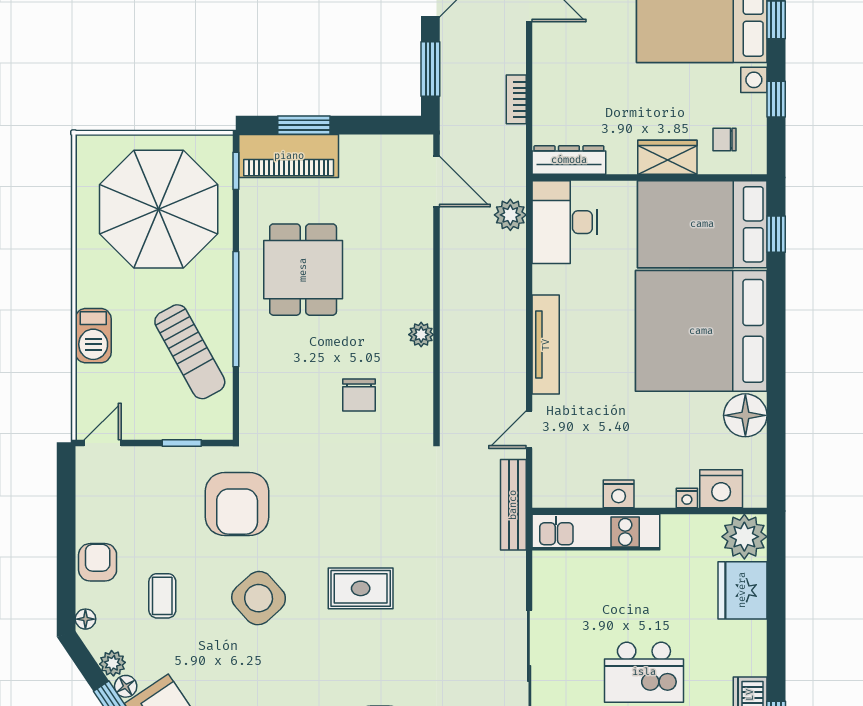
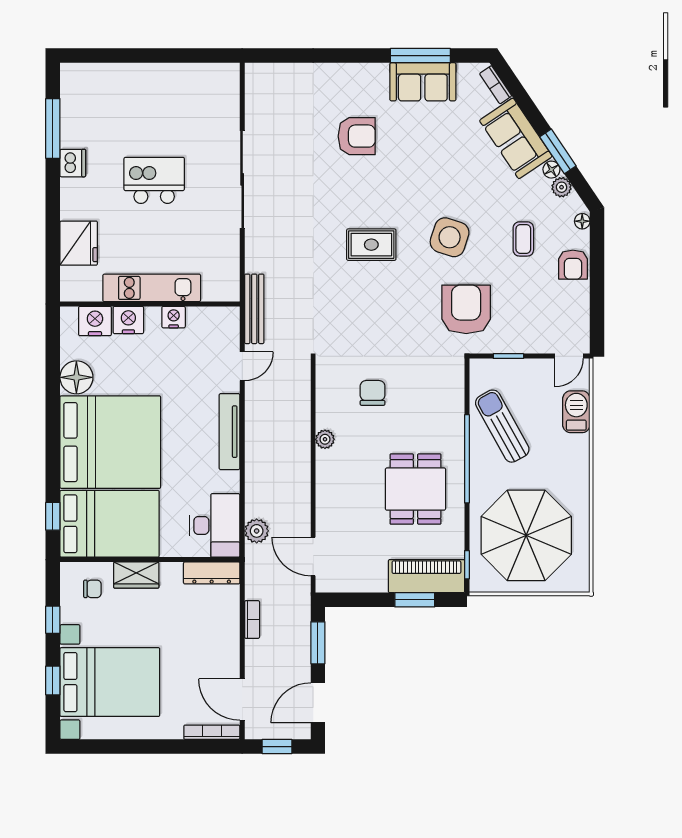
barbecue: (93, 336) -> (576, 412), moved
nightstand: (687, 498) -> (128, 320), width x1.89, depth x1.79
kitchen unit: (596, 532) -> (152, 288), moved
plant: (744, 537) -> (77, 284), removed
side table: (259, 598) -> (450, 237), turned -30

